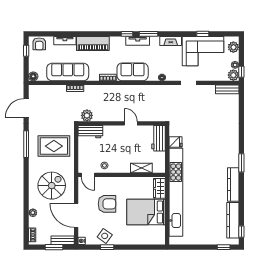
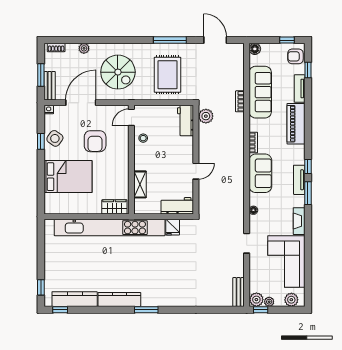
window: (203, 34) -> (308, 70), moved
bed: (146, 212) -> (68, 177), moved, turned 90

